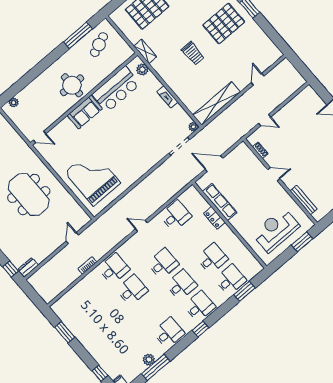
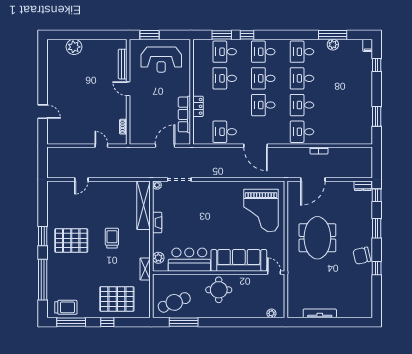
cafe table: (99, 45) -> (174, 302), width x1.37, depth x1.35
shelving: (217, 103) -> (144, 205), moved, turned 90
sofa: (85, 112) -> (239, 260), width x1.85, depth x1.27
door: (214, 164) -> (165, 146), swing flipped
door: (274, 174) -> (128, 89), moved
door: (141, 226) -> (256, 146), width x1.88
door: (72, 238) -> (313, 180), width x1.88
desk: (150, 311) -> (302, 78), added
window: (200, 329) -> (247, 35), moved

